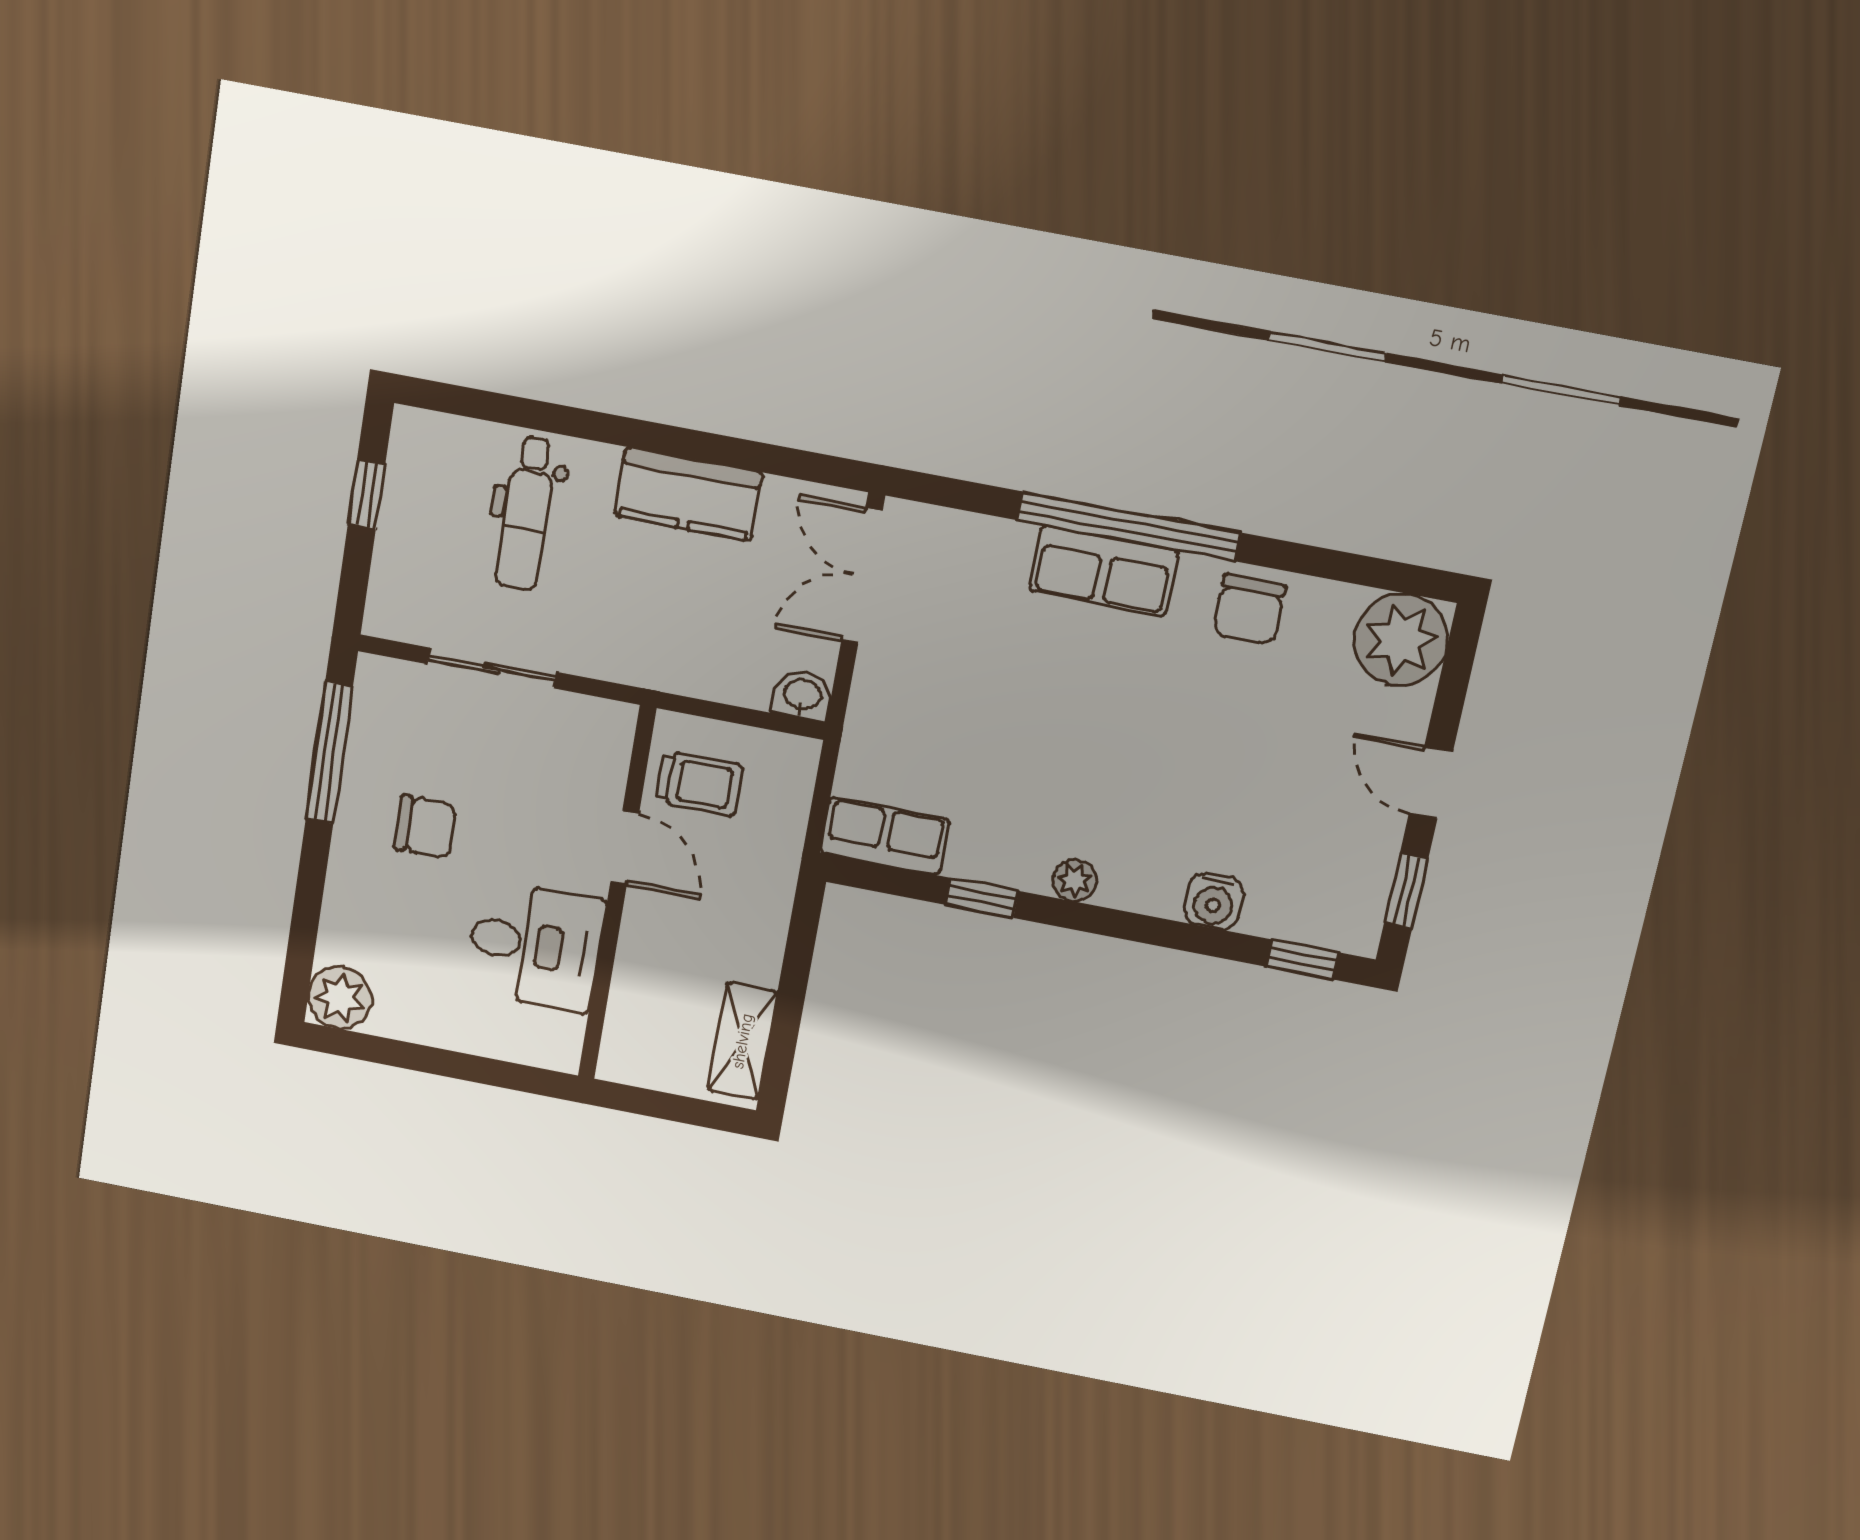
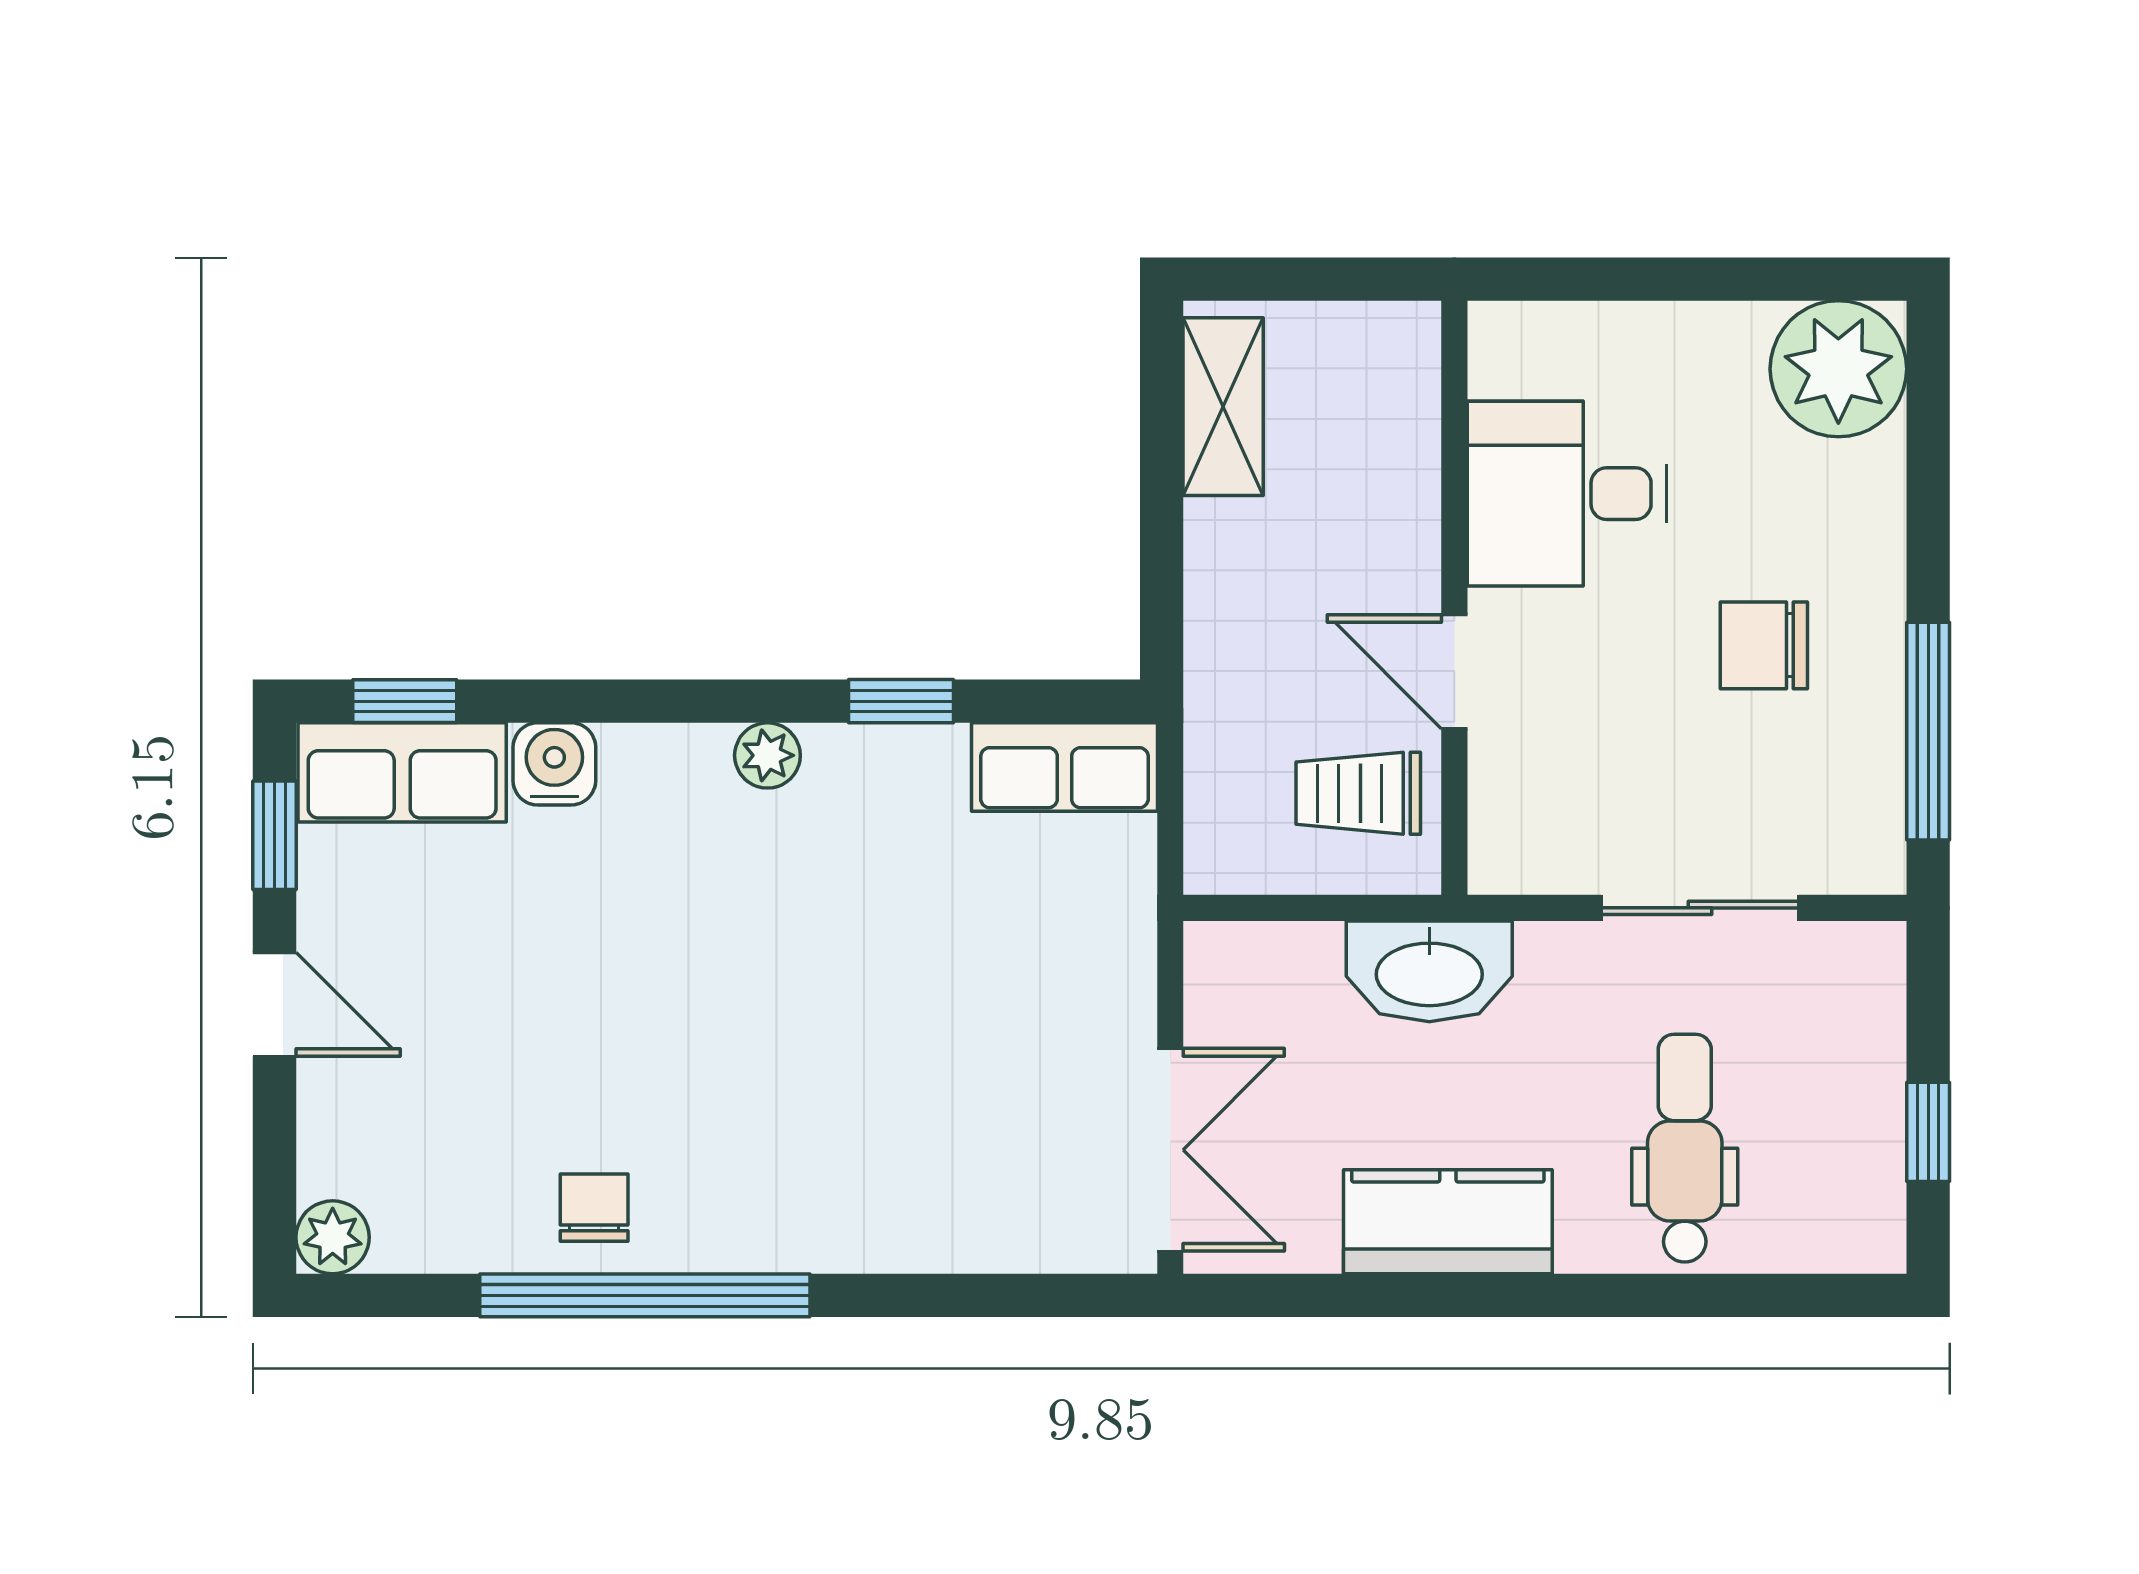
window: (1129, 526) -> (645, 1295), moved
row of seats: (1104, 571) -> (402, 772), moved, turned 180
chair: (1249, 610) -> (594, 1208), width x0.73, depth x0.73
plant: (1401, 640) -> (333, 1237), width x0.53, depth x0.53
washbasin: (802, 695) -> (1429, 971), moved, width x1.91, depth x1.45
plant: (340, 998) -> (1838, 369), width x1.36, depth x1.36

